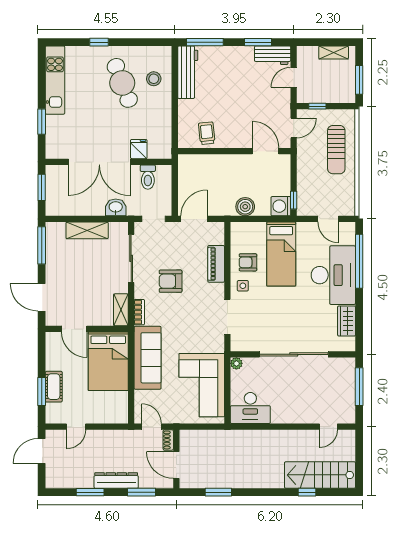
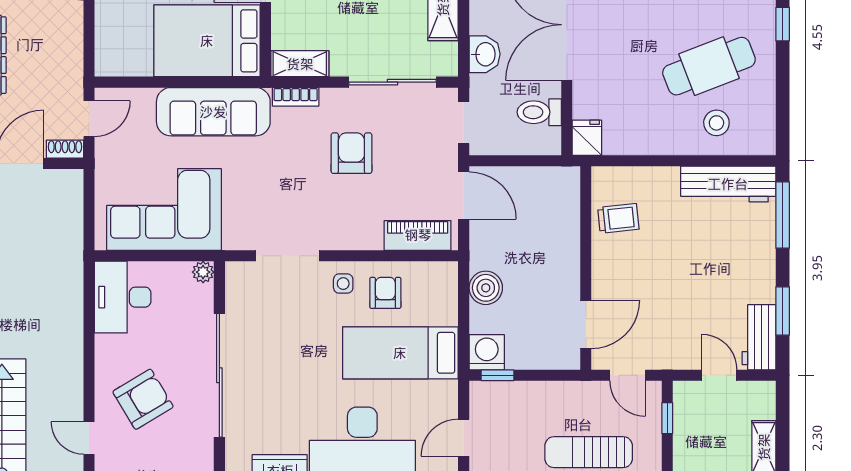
fridge: (139, 149) -> (587, 138), moved, turned -90
piano: (216, 264) -> (418, 235), moved
armchair: (307, 397) -> (143, 399), added

